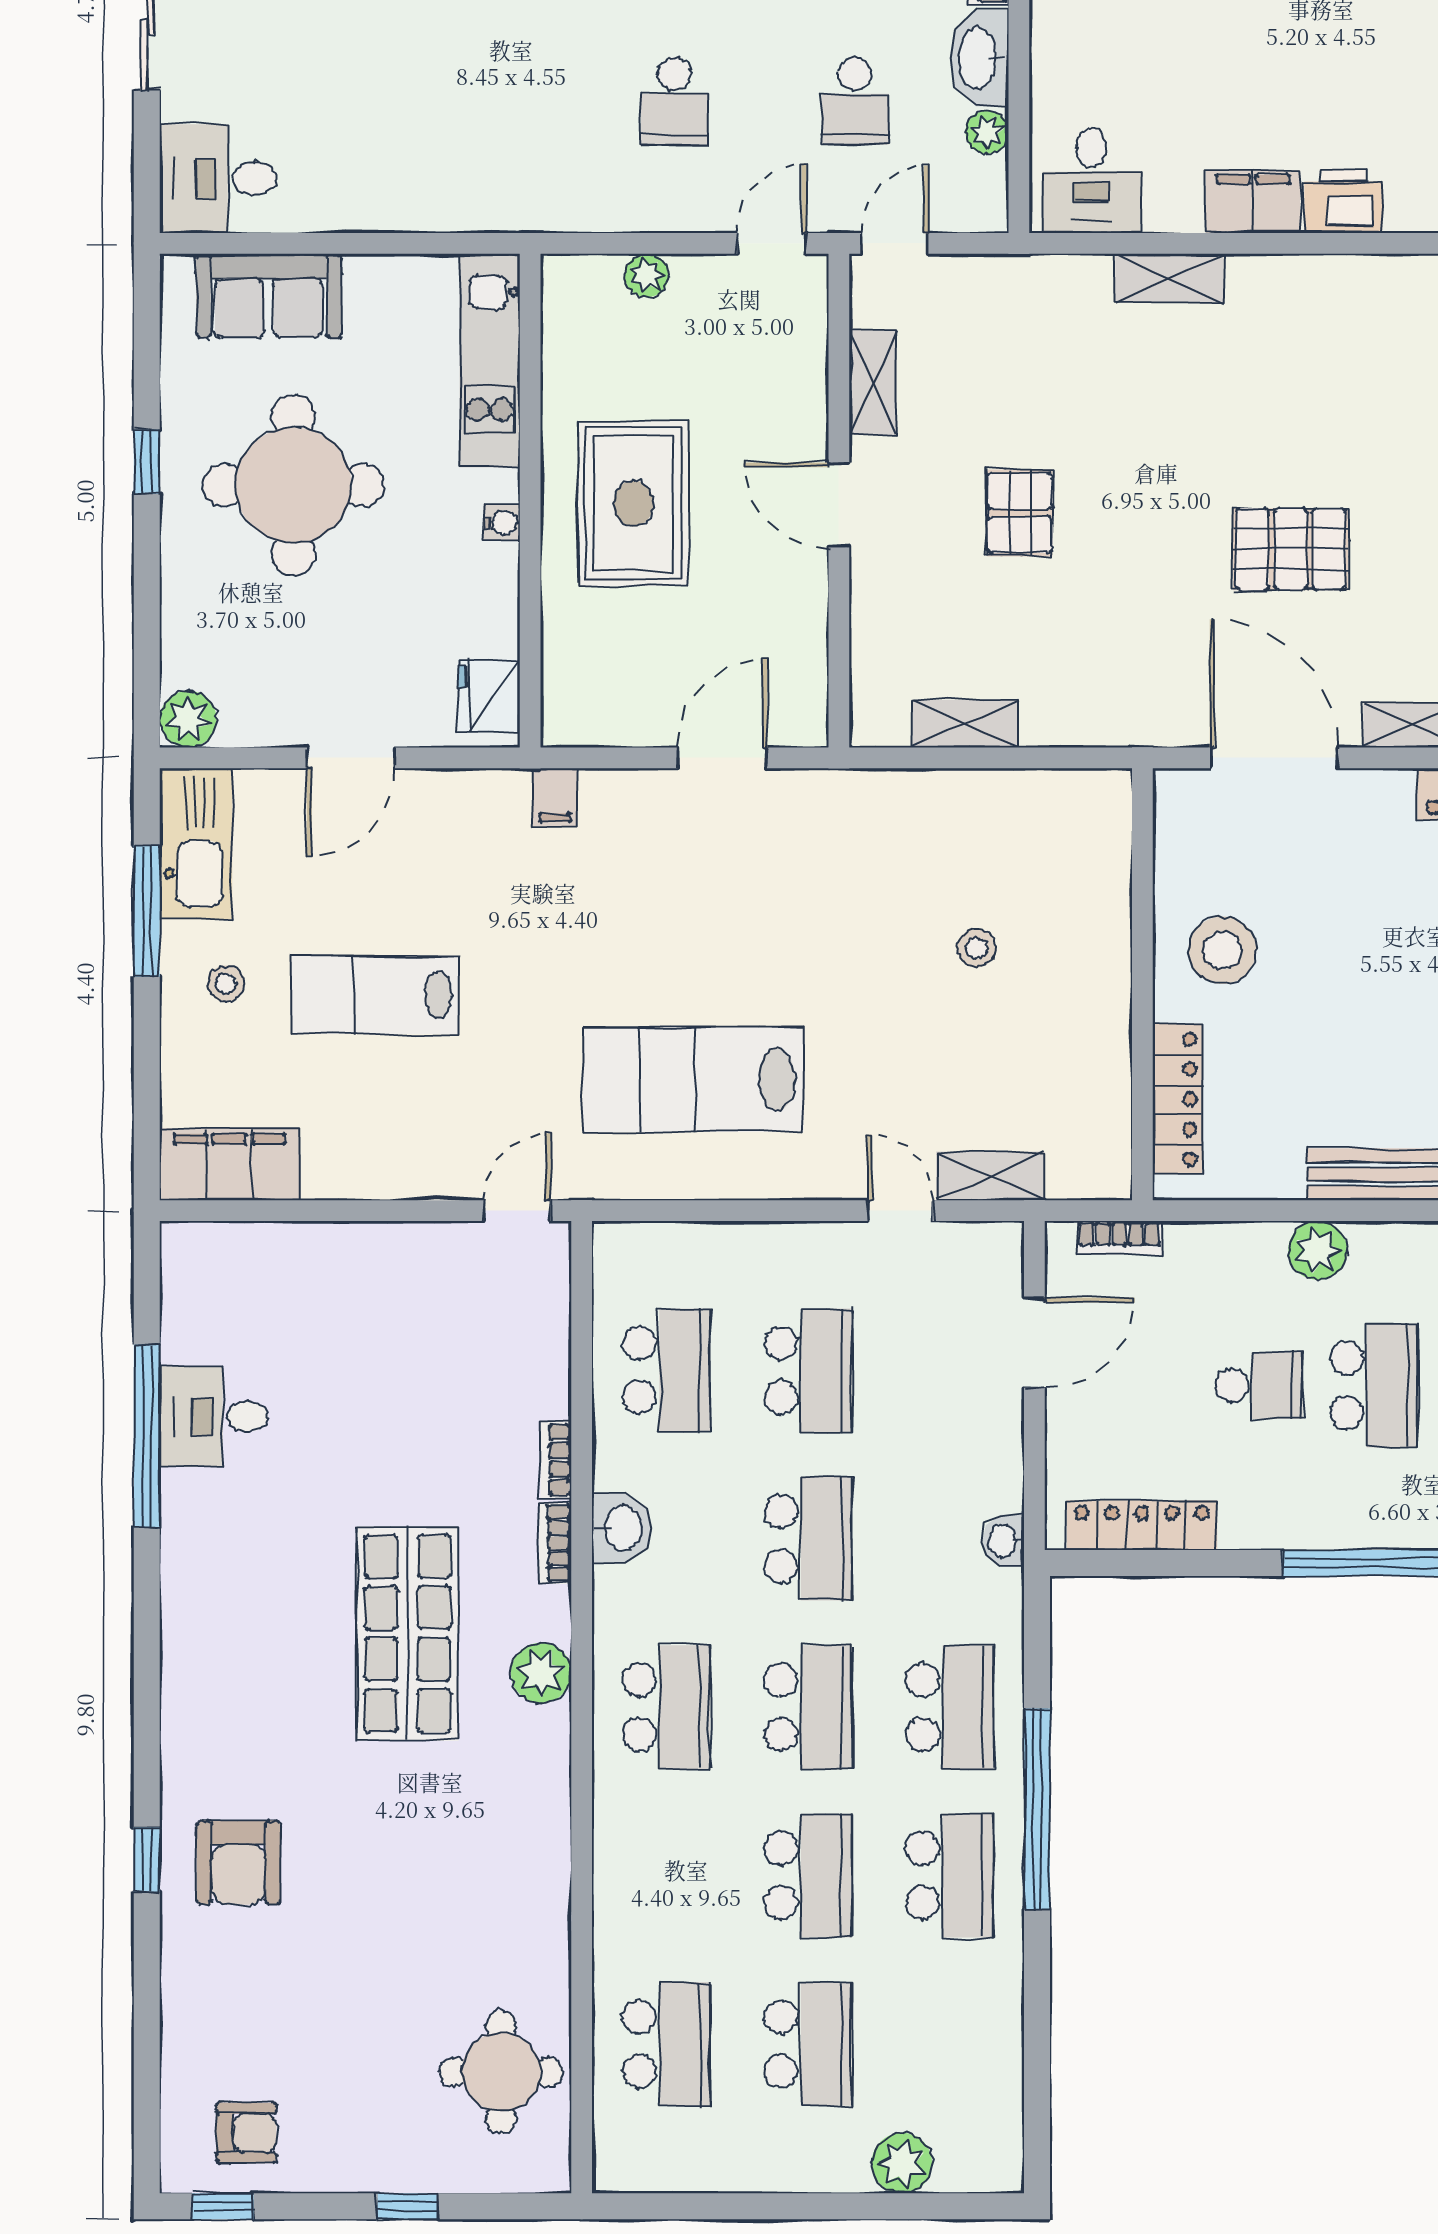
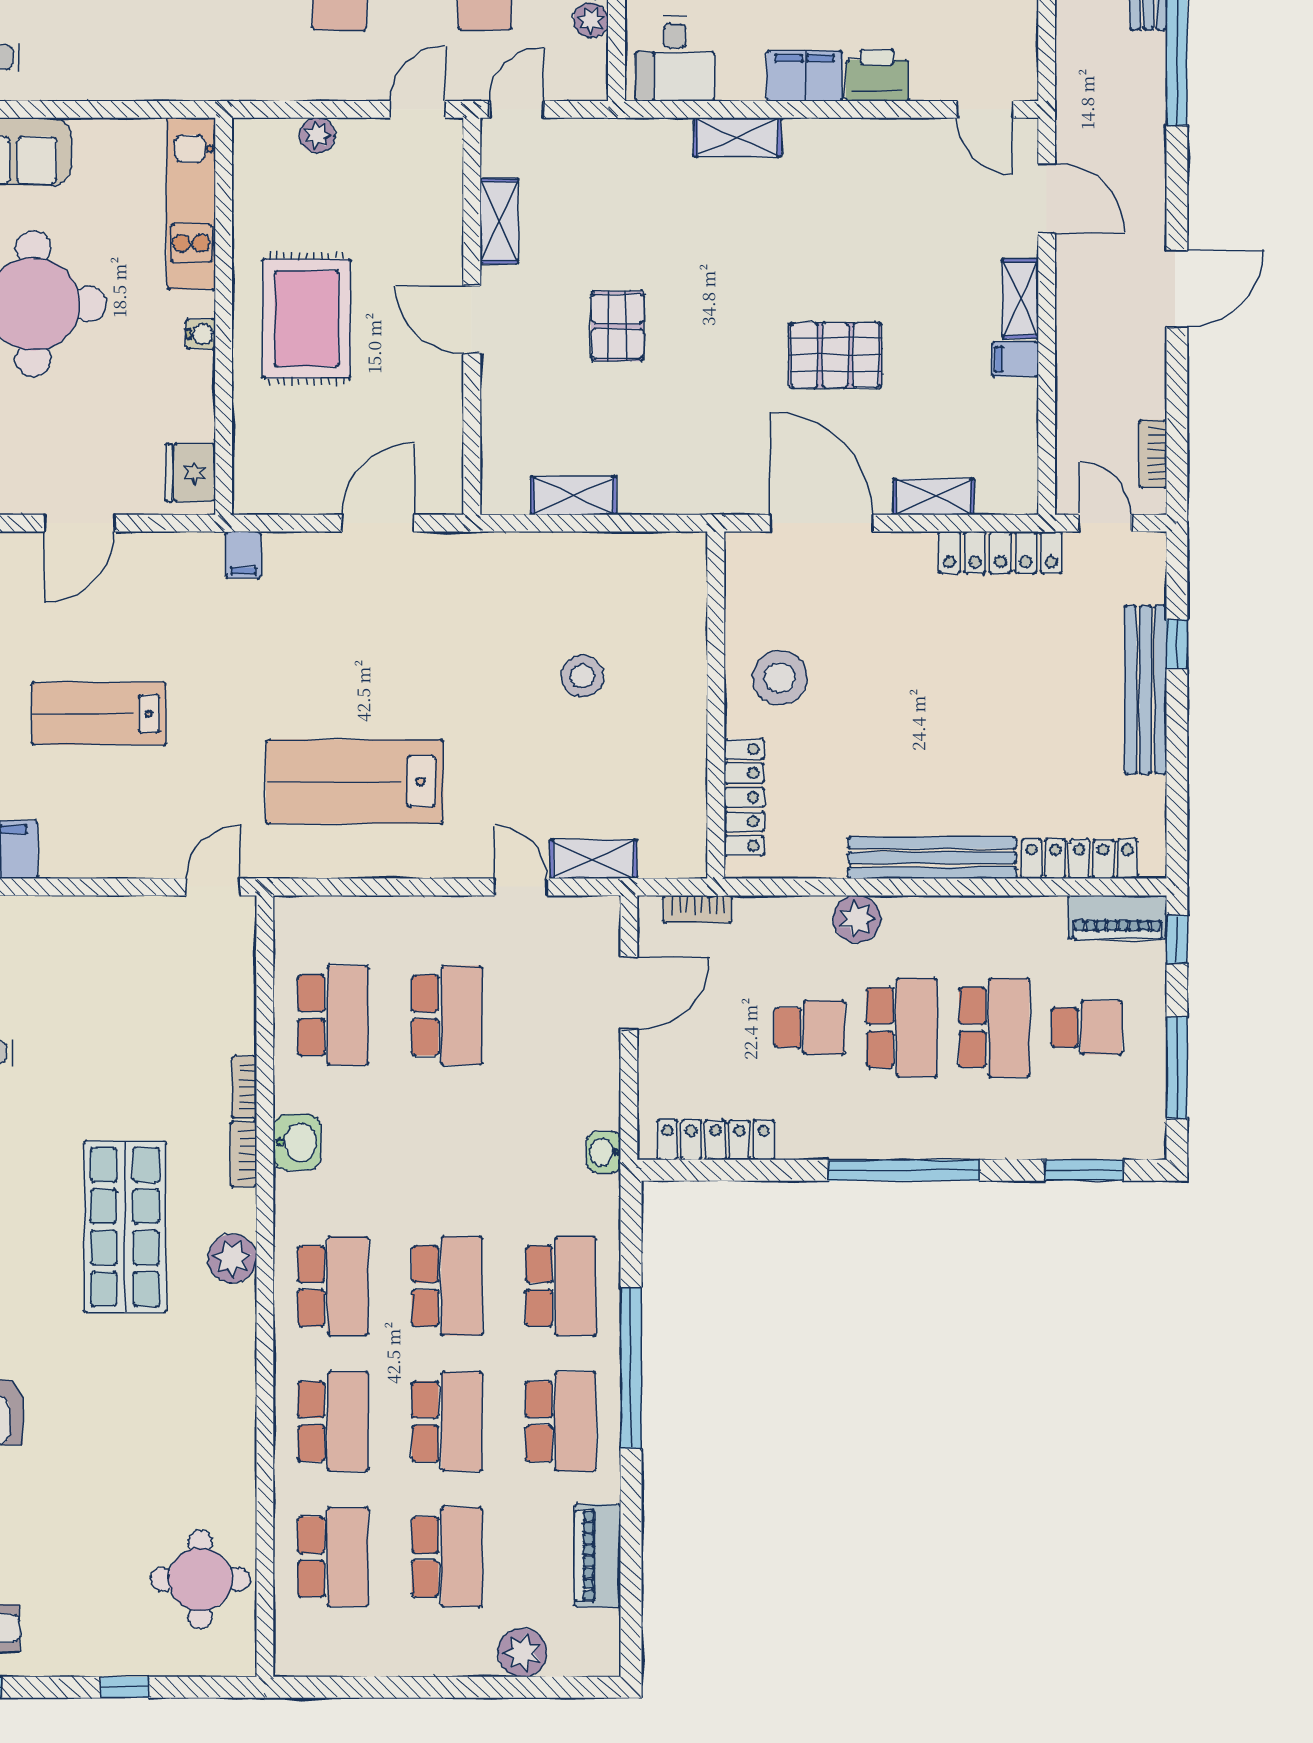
stool: (976, 948) -> (582, 676), width x1.37, depth x1.37
school desk: (808, 1539) -> (333, 1421), moved
piano: (995, 2042) -> (598, 1556), added

